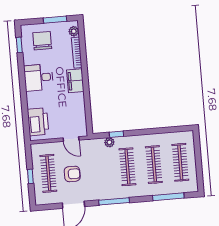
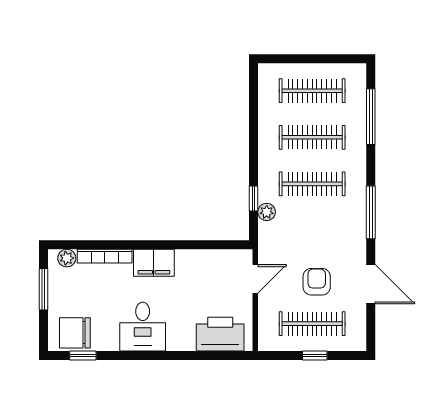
chair: (42, 41) -> (75, 333), moved

